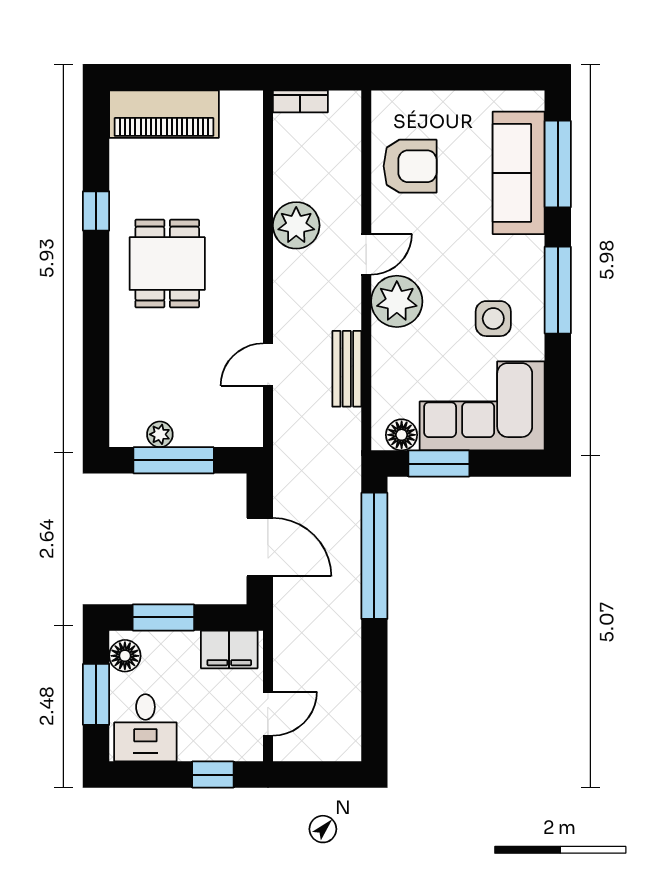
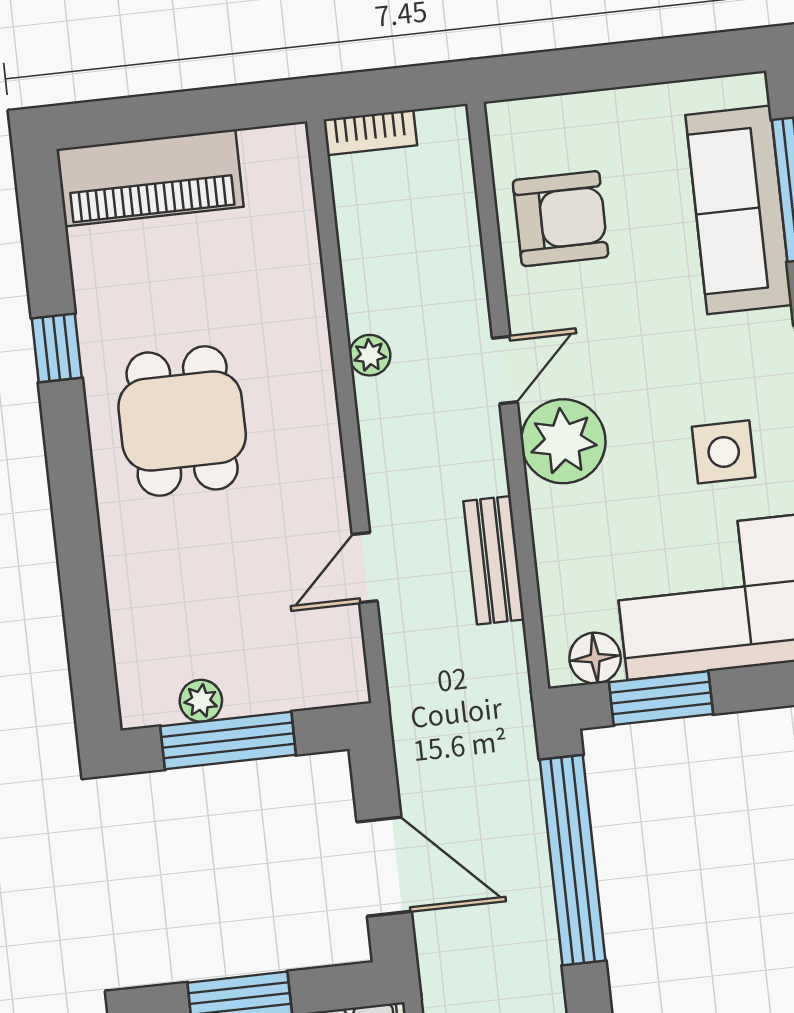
plant: (296, 225) -> (370, 355), width x0.53, depth x0.53

